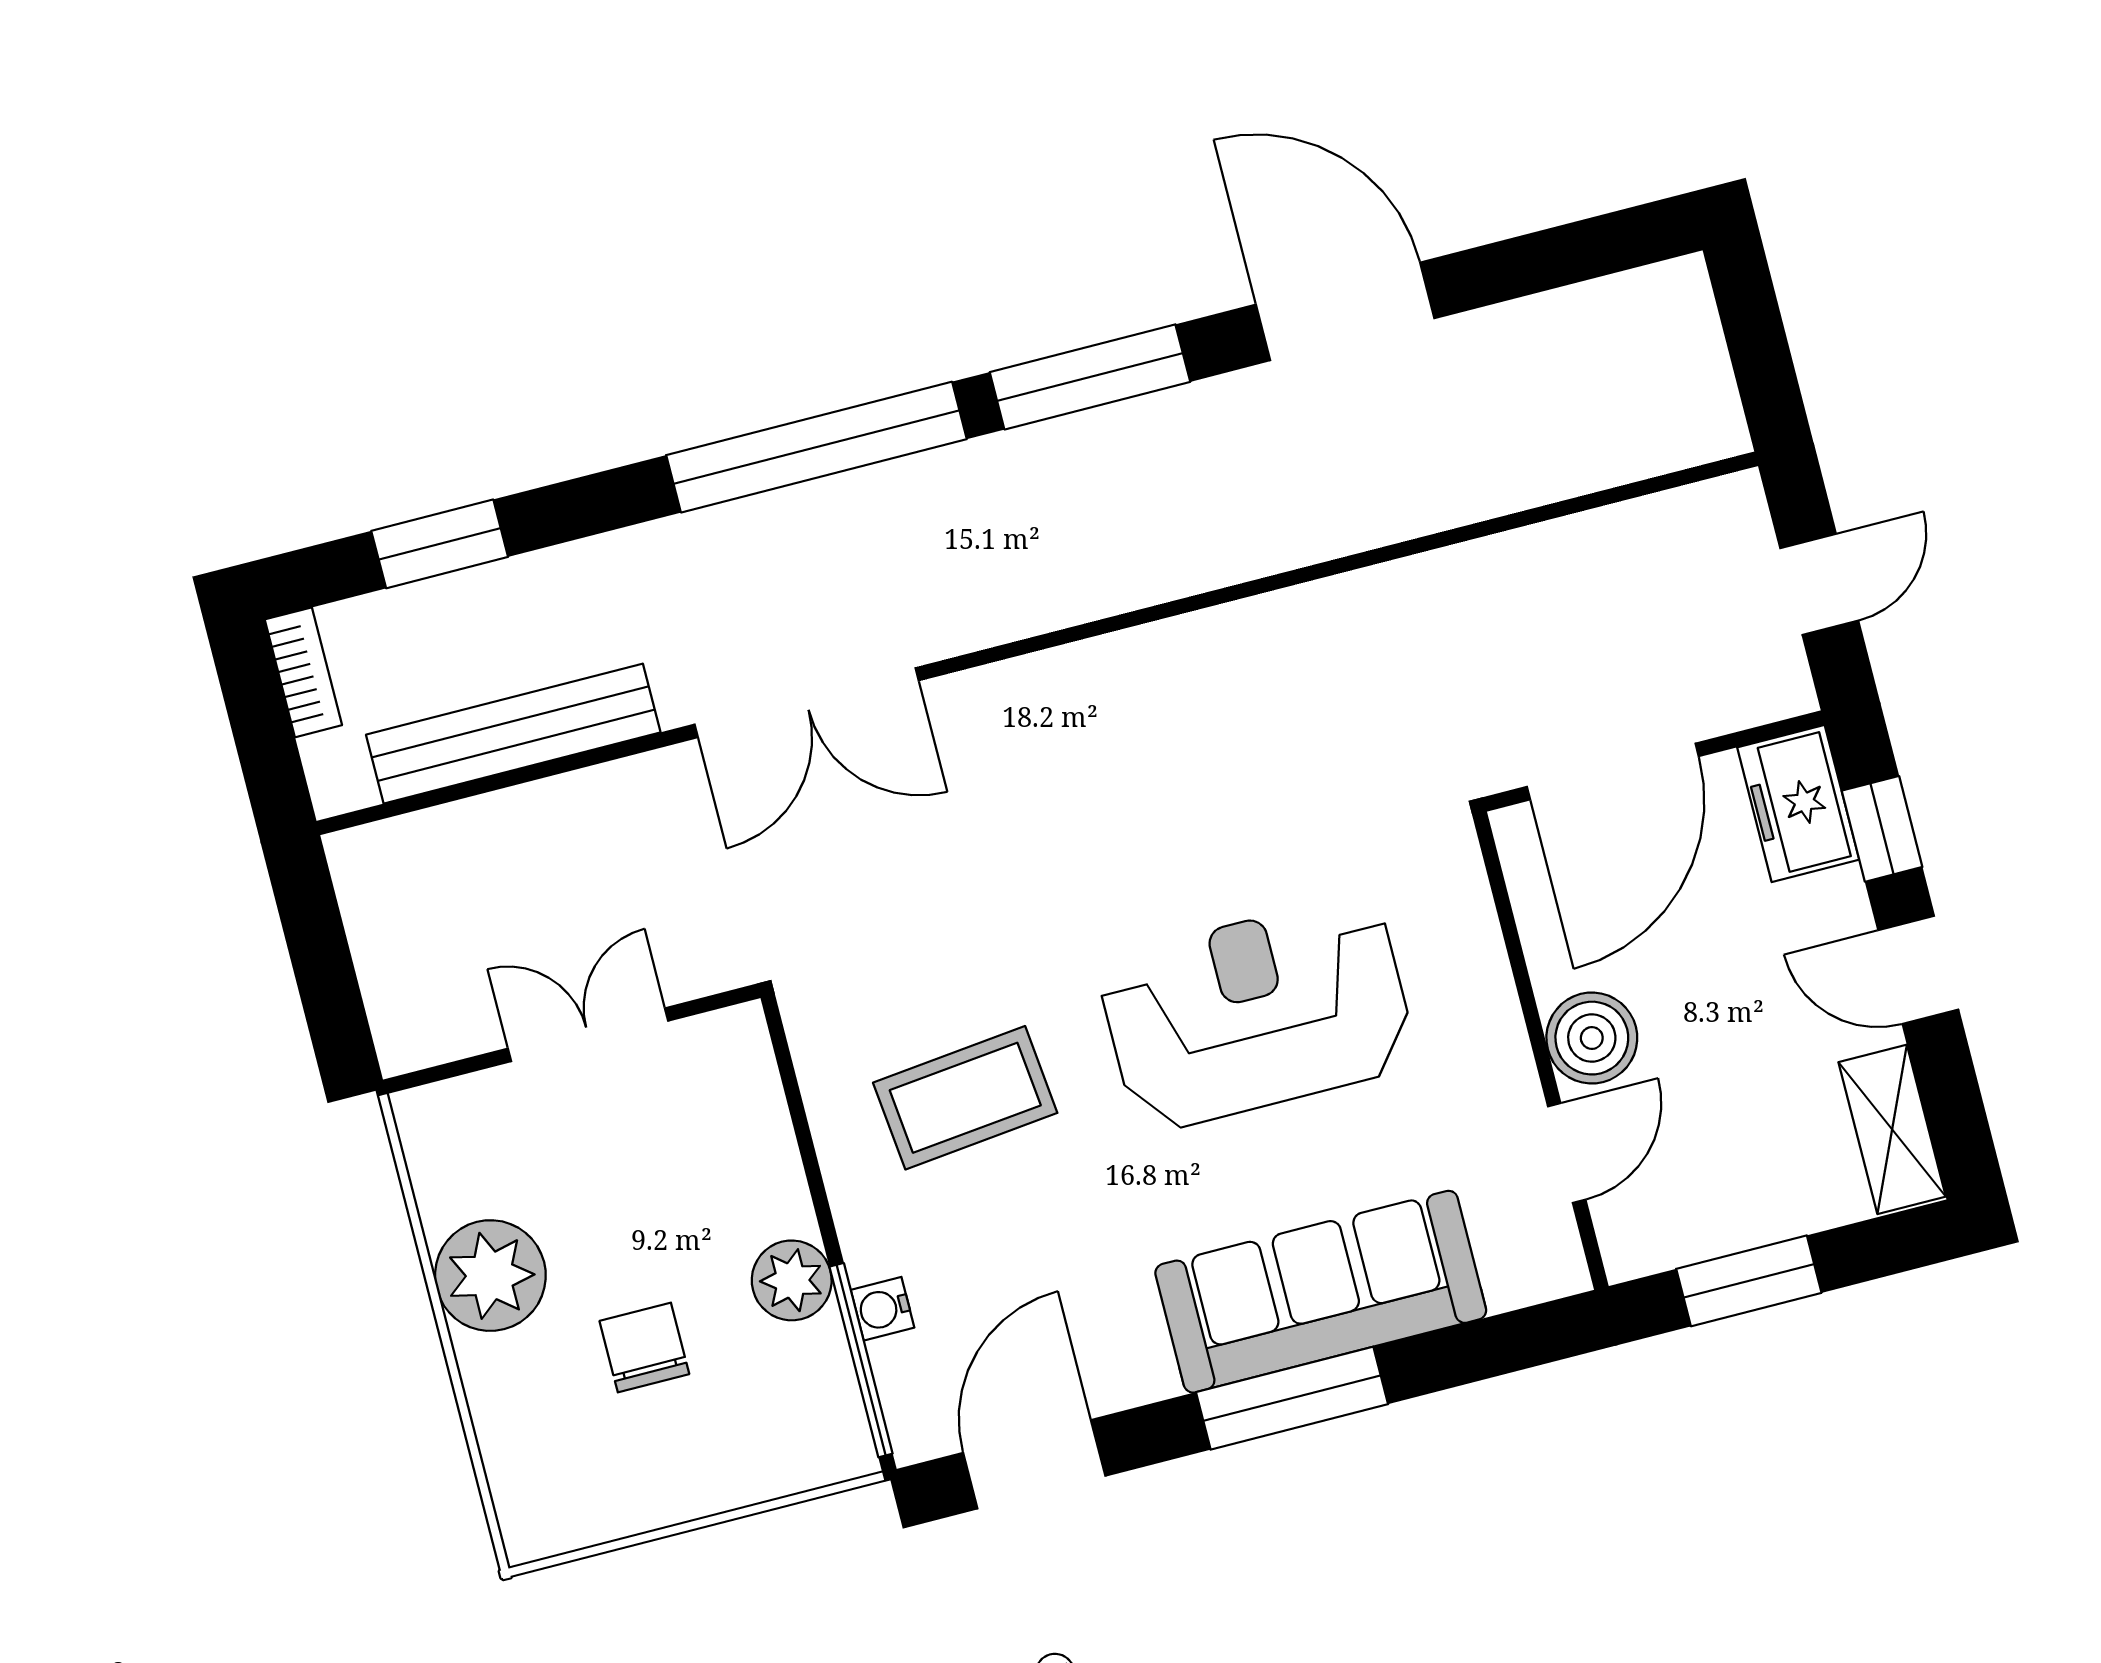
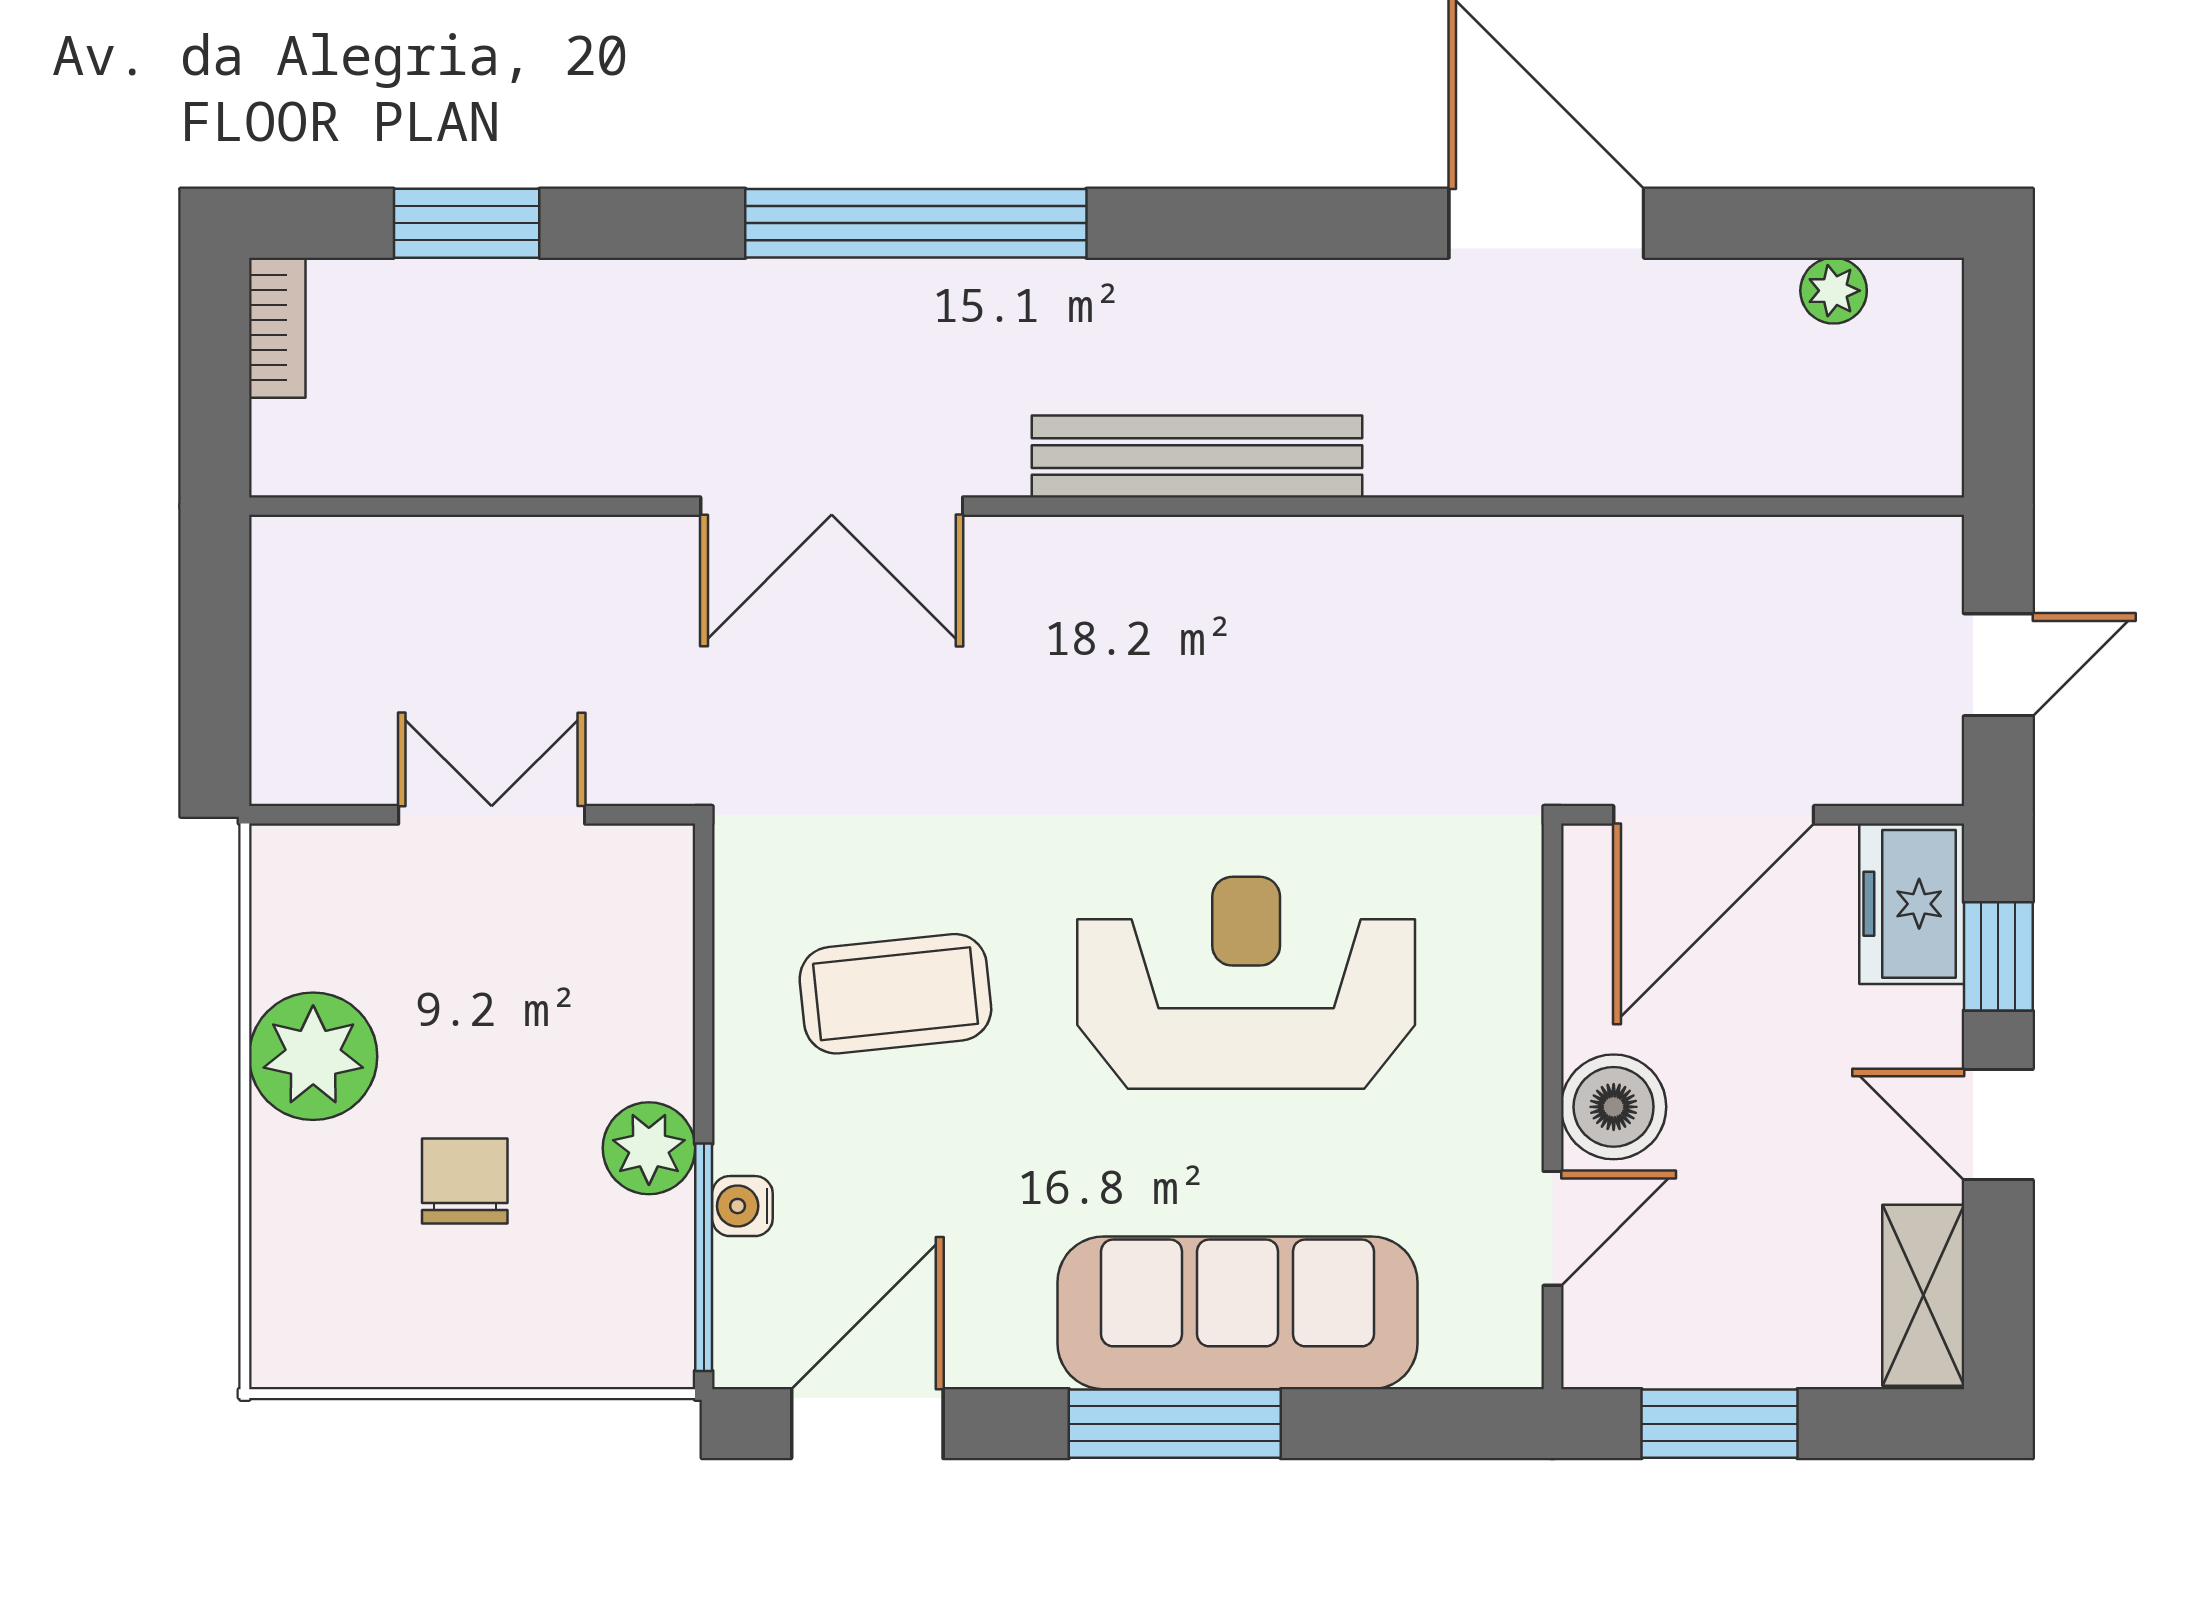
plant: (1601, 306) -> (1834, 291), added
window: (1090, 377) -> (1242, 223), removed
bench: (513, 734) -> (1197, 457), moved

